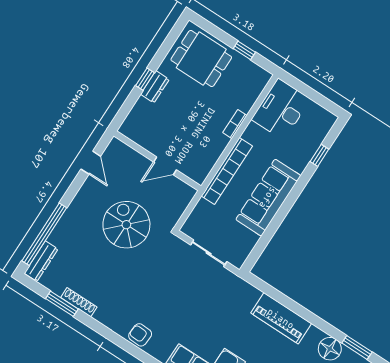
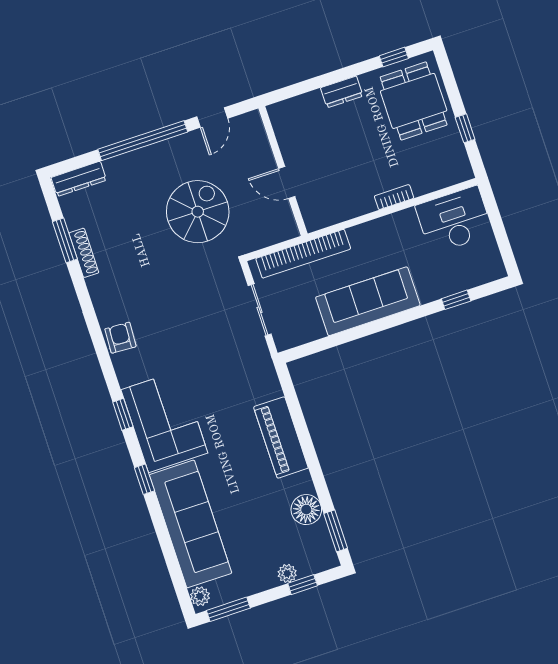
window: (145, 79) -> (394, 57), moved
bookcase: (227, 171) -> (303, 254), moved
window: (44, 234) -> (143, 141), moved

